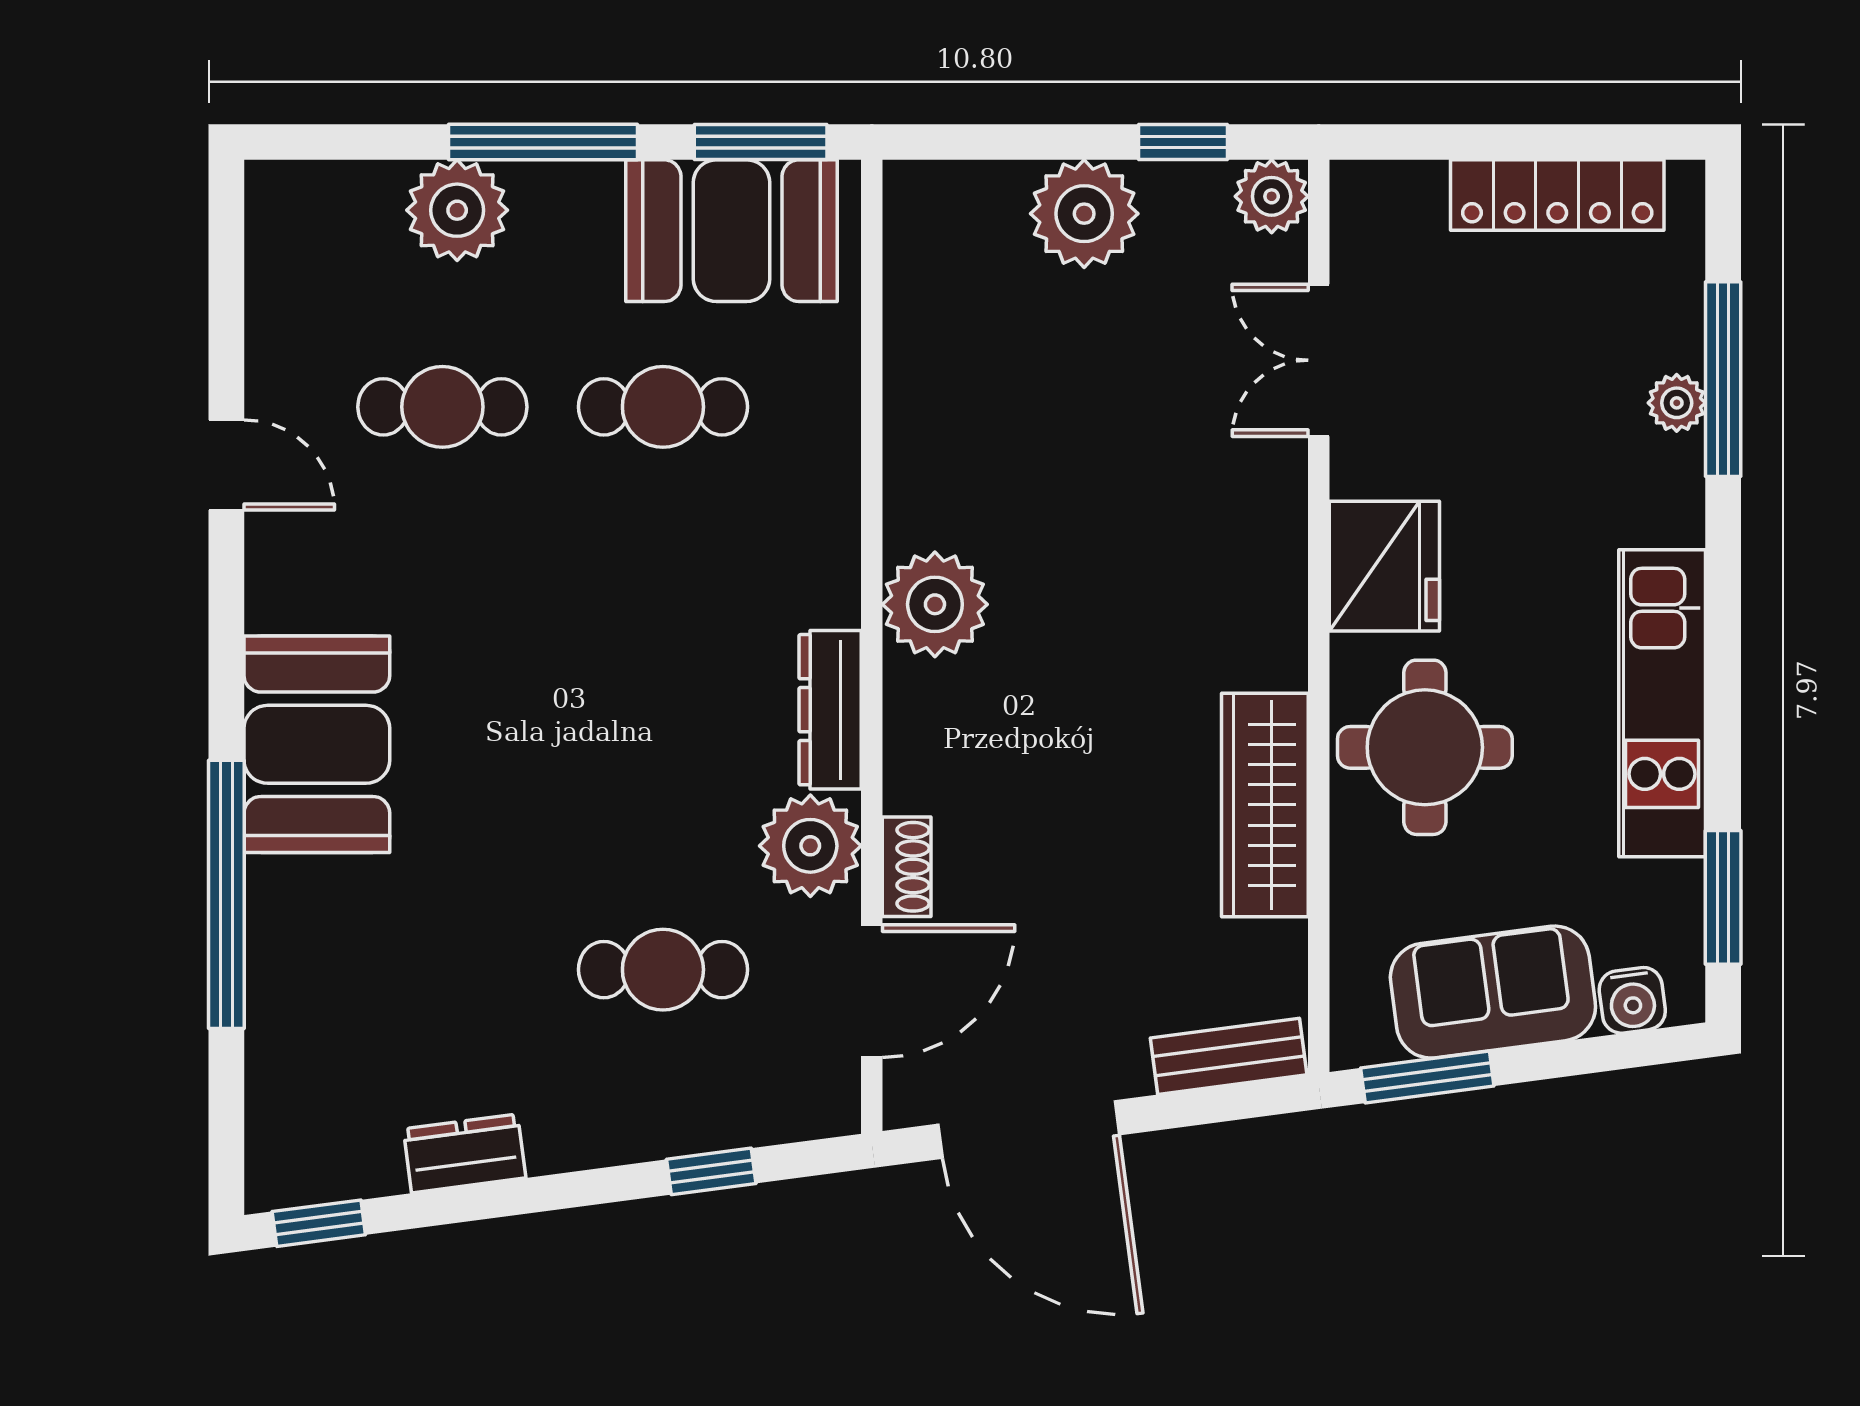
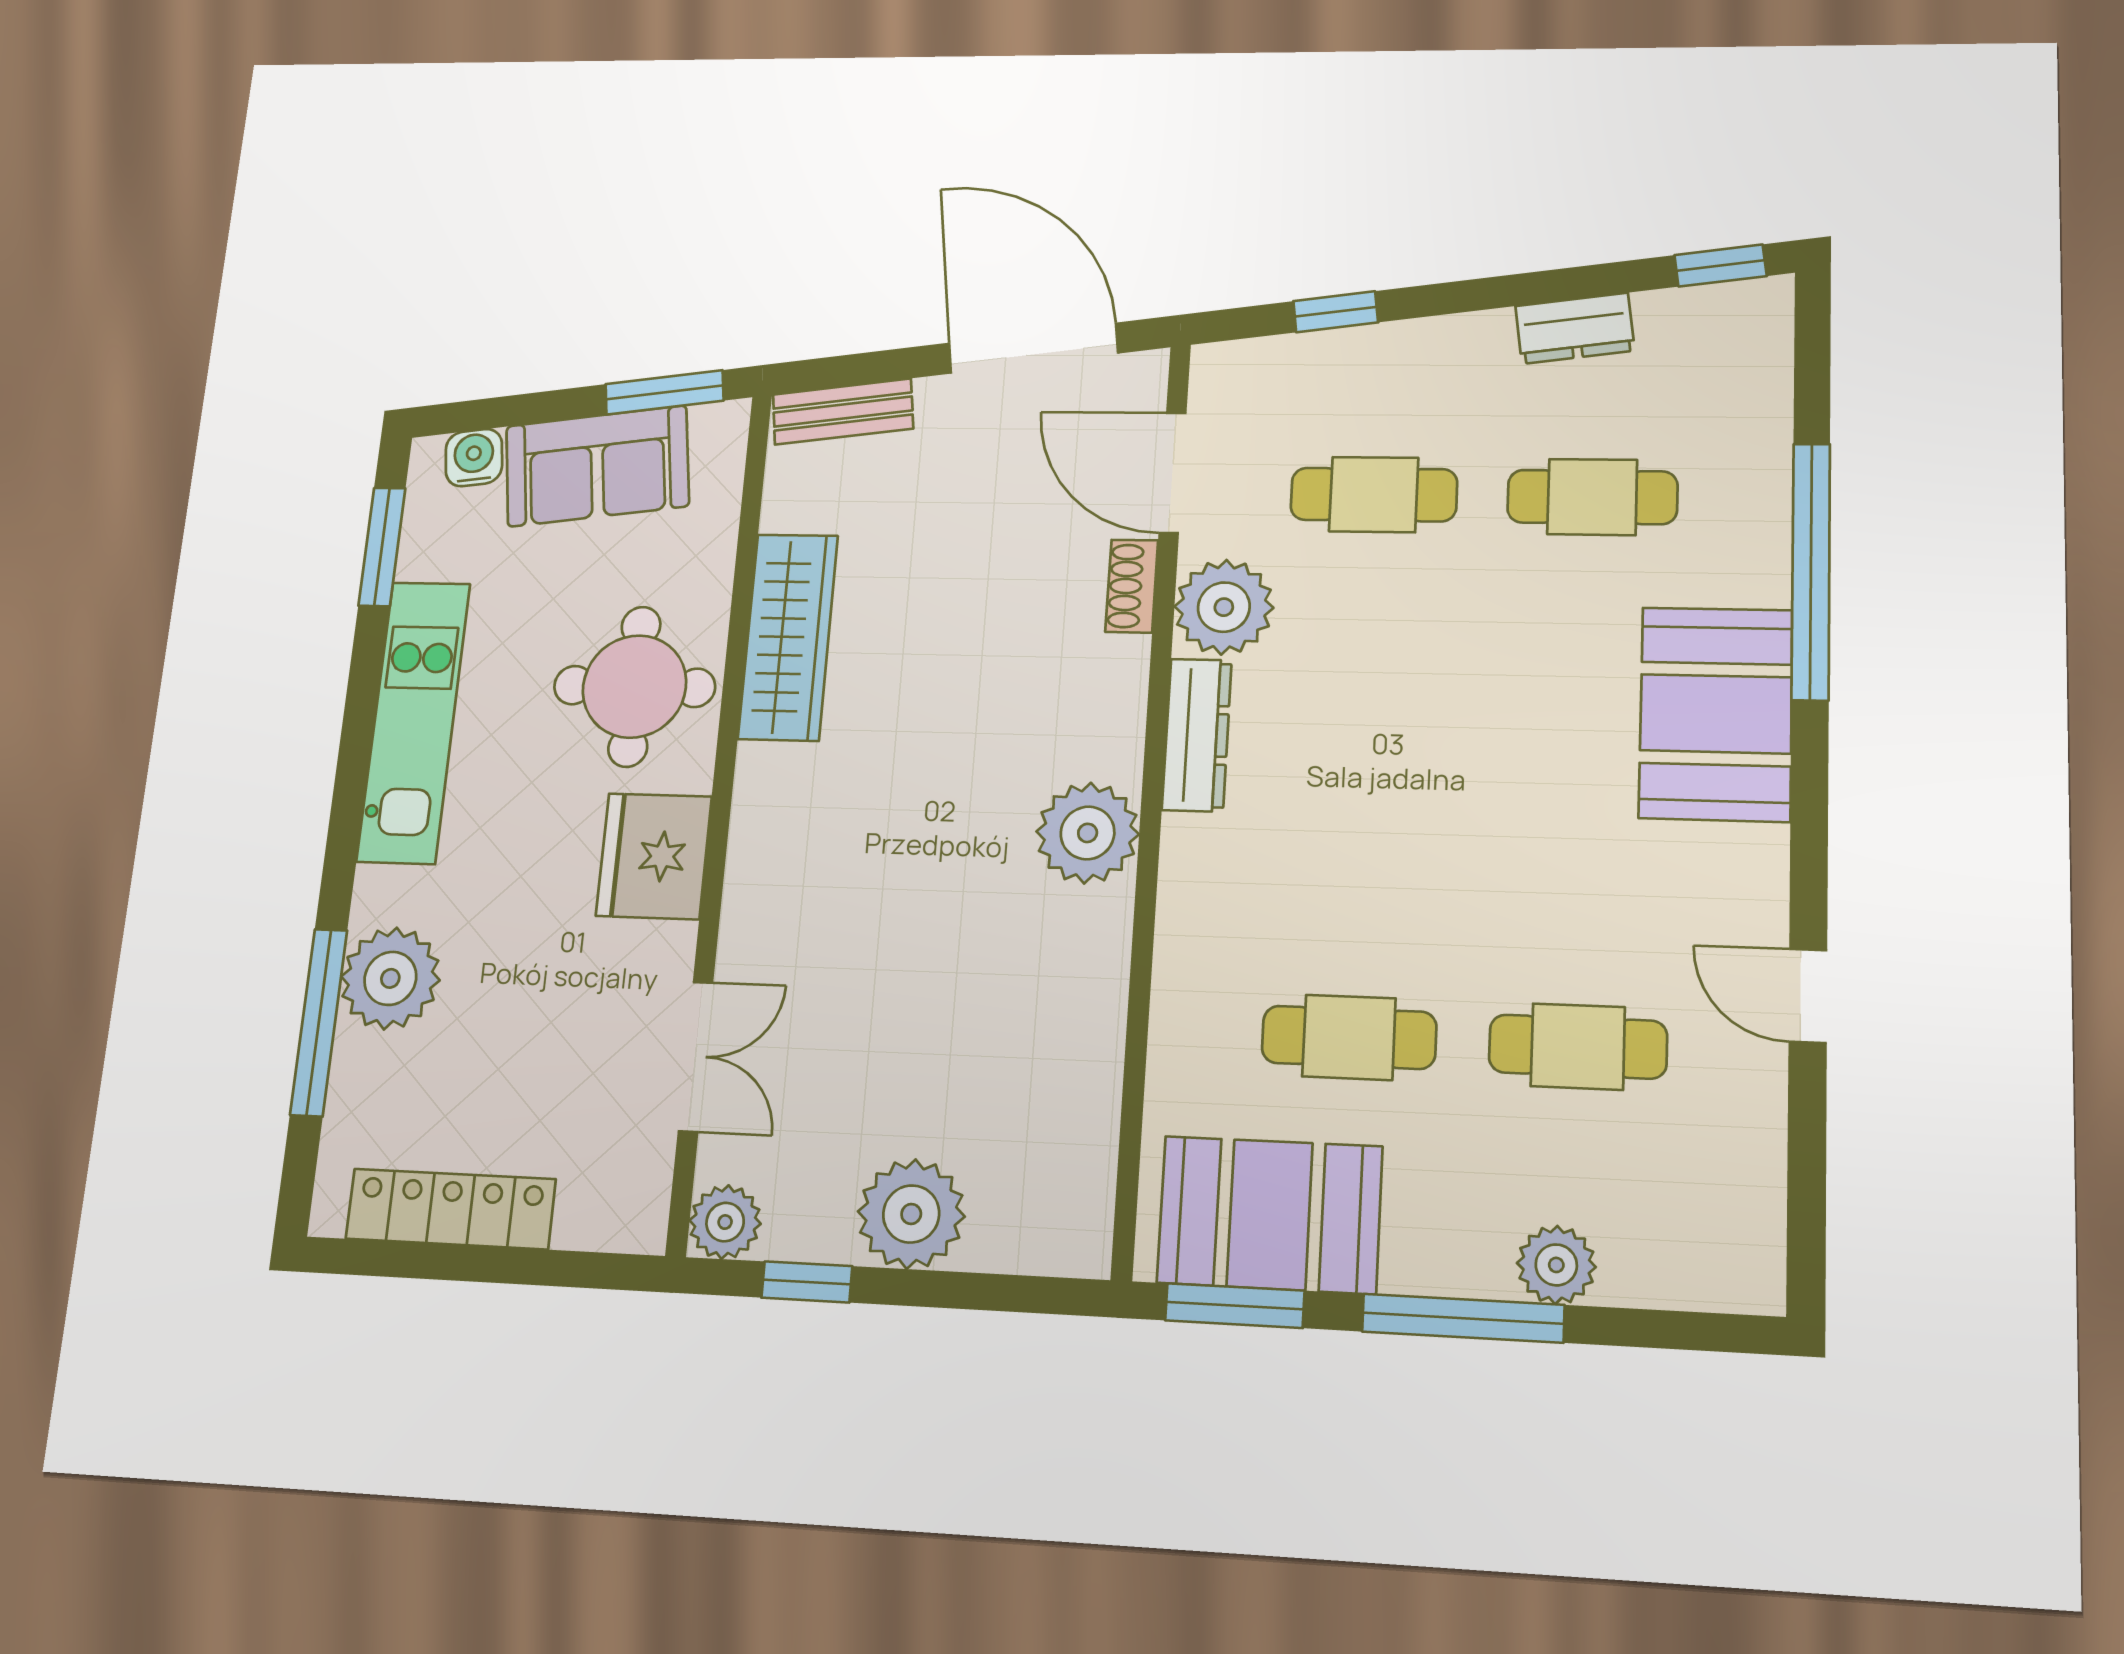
plant: (457, 210) -> (1556, 1265), width x0.73, depth x0.73
plant: (1677, 403) -> (390, 978), width x1.87, depth x1.87
cafe table: (442, 970) -> (1592, 497), added
door: (872, 991) -> (1173, 473), hinge flipped

